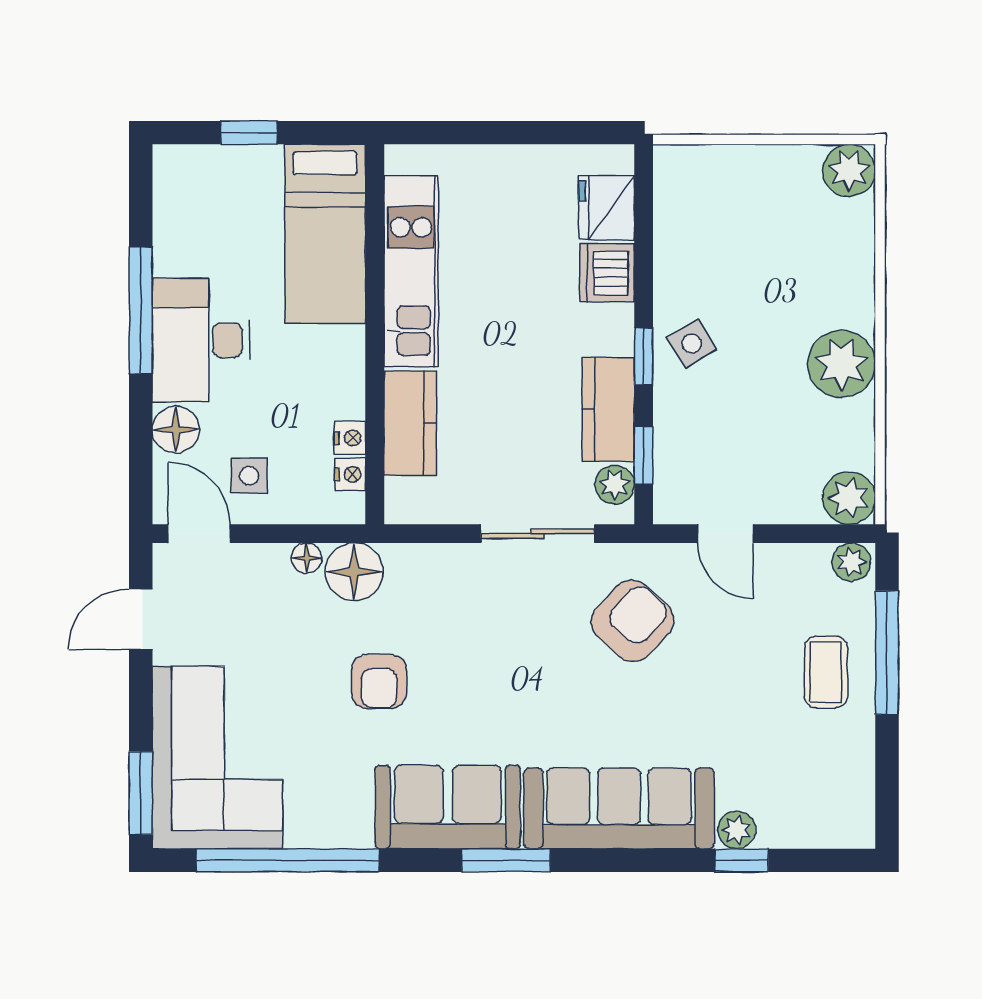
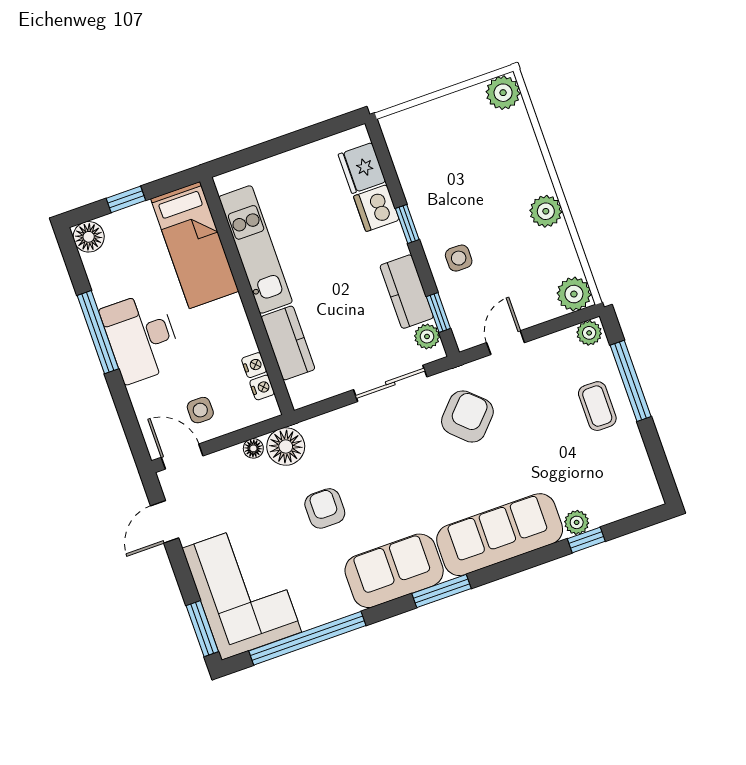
side table: (692, 344) -> (459, 258), moved, turned 31
window: (644, 357) -> (407, 224), moved
plant: (842, 364) -> (546, 211), width x0.73, depth x0.73
floor lamp: (176, 430) -> (89, 237), moved
door: (725, 534) -> (506, 343), swing flipped
armchair: (379, 681) -> (325, 508), turned 180

